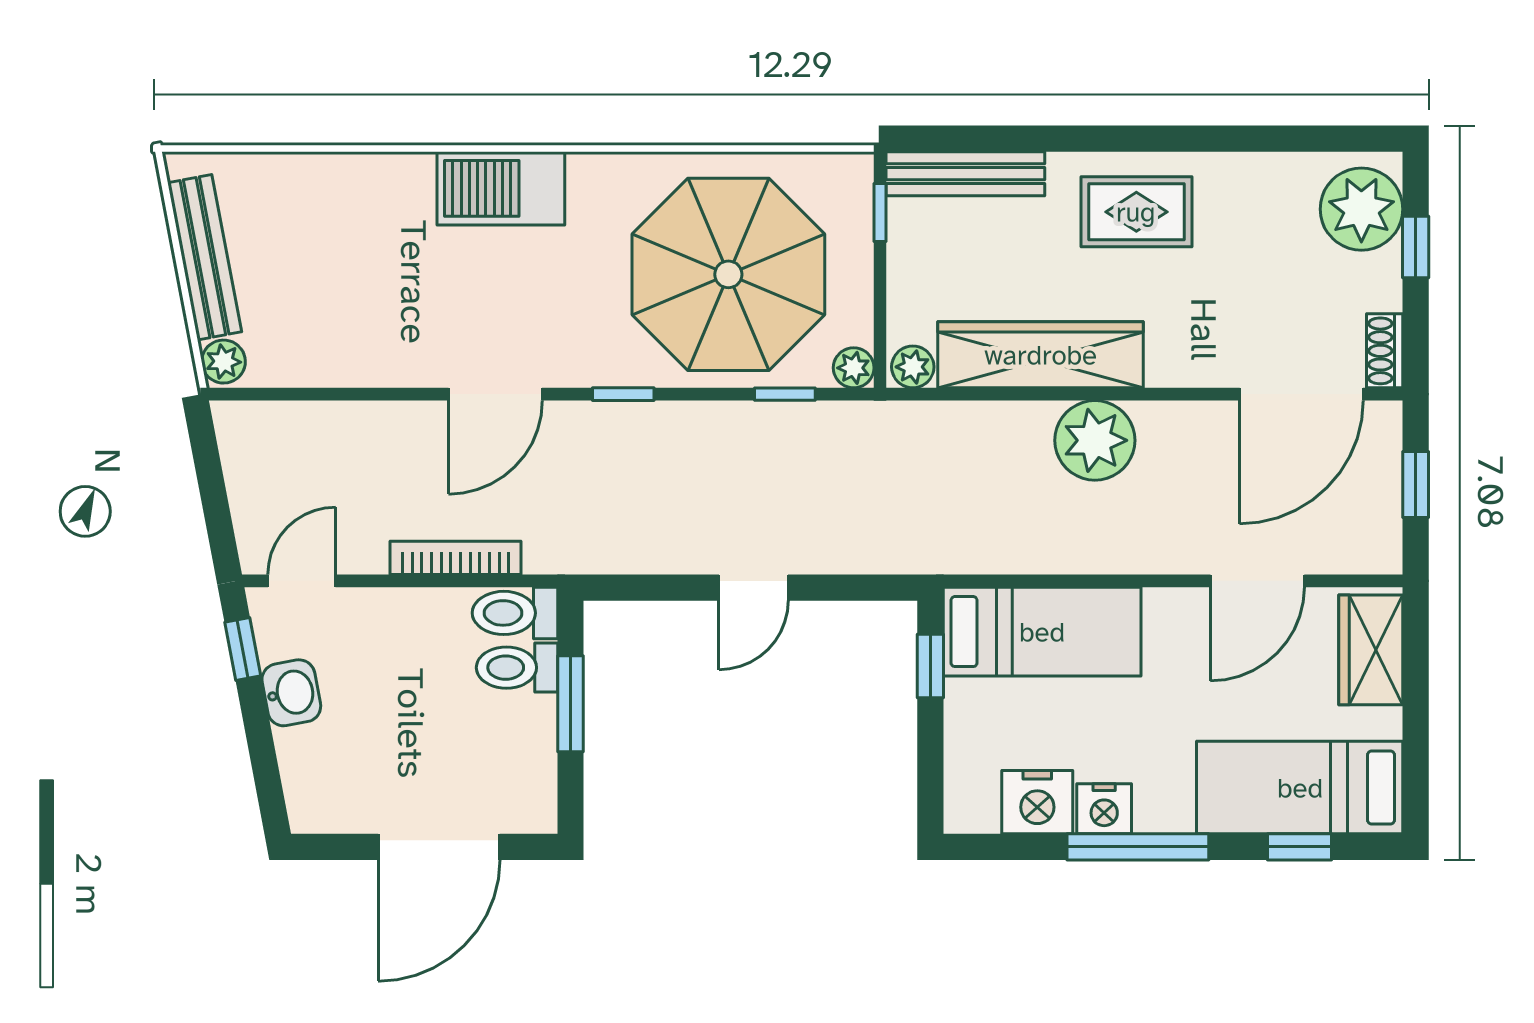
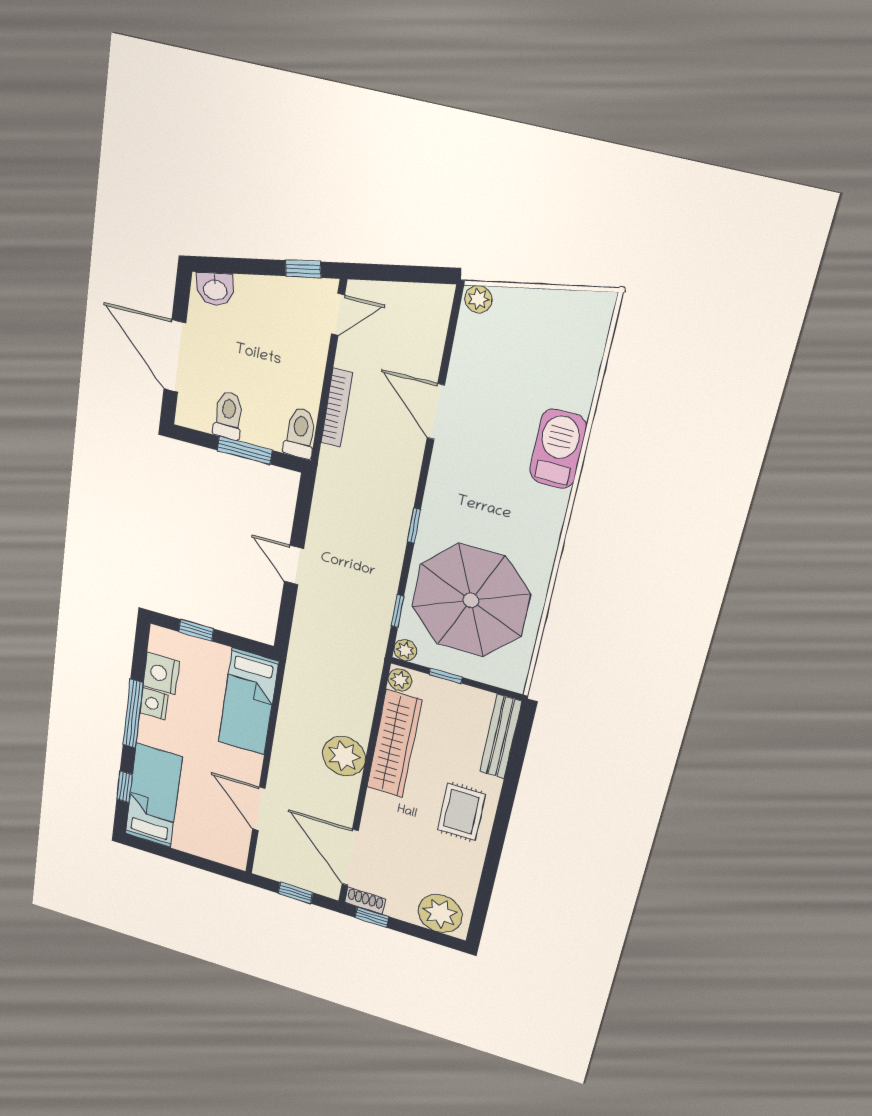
barbecue: (501, 188) -> (558, 449), moved
window: (880, 212) -> (446, 676), moved
window: (1416, 247) -> (372, 917), moved
bench: (205, 257) -> (546, 303), removed
door: (495, 394) -> (436, 412), moved
door: (302, 581) -> (338, 314), hinge flipped
wardrobe: (1371, 650) -> (217, 848), removed
window: (930, 666) -> (196, 630), moved
toilet: (517, 668) -> (228, 415), moved
washbasin: (291, 693) -> (215, 289), moved

